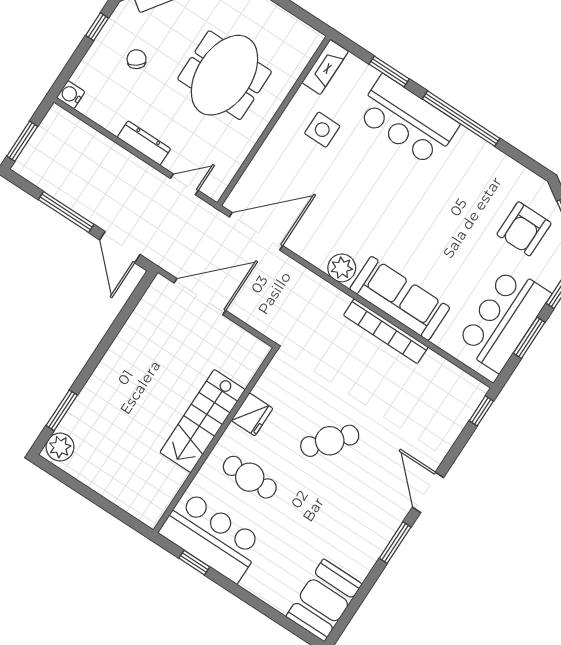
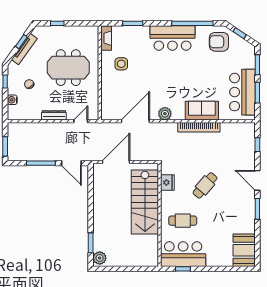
meeting table: (225, 75) -> (68, 68), turned 90
water cooler: (71, 95) -> (12, 100), moved
window: (461, 119) -> (192, 23), moved
bar counter: (407, 120) -> (172, 38), moved
armchair: (524, 229) -> (219, 42), moved, turned 90
door: (256, 231) -> (135, 121), moved
sofa: (400, 298) -> (202, 111), width x0.73
window: (481, 411) -> (257, 145), moved
fridge: (252, 414) -> (167, 183), moved
stairs: (203, 421) -> (145, 202), width x1.36, depth x1.51

